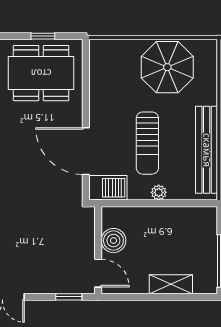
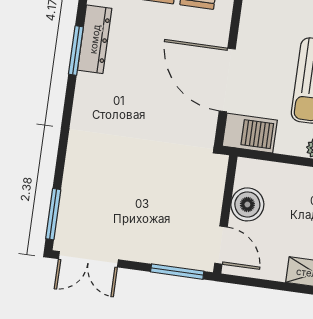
window: (69, 297) -> (177, 272), width x1.50

